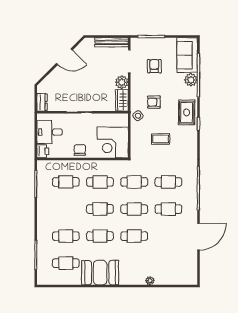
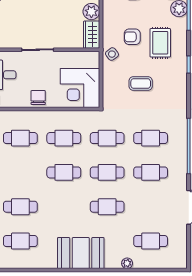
rug: (187, 112) -> (160, 43), moved
cafe table: (100, 236) -> (151, 241), moved
booth: (100, 273) -> (81, 253), moved

